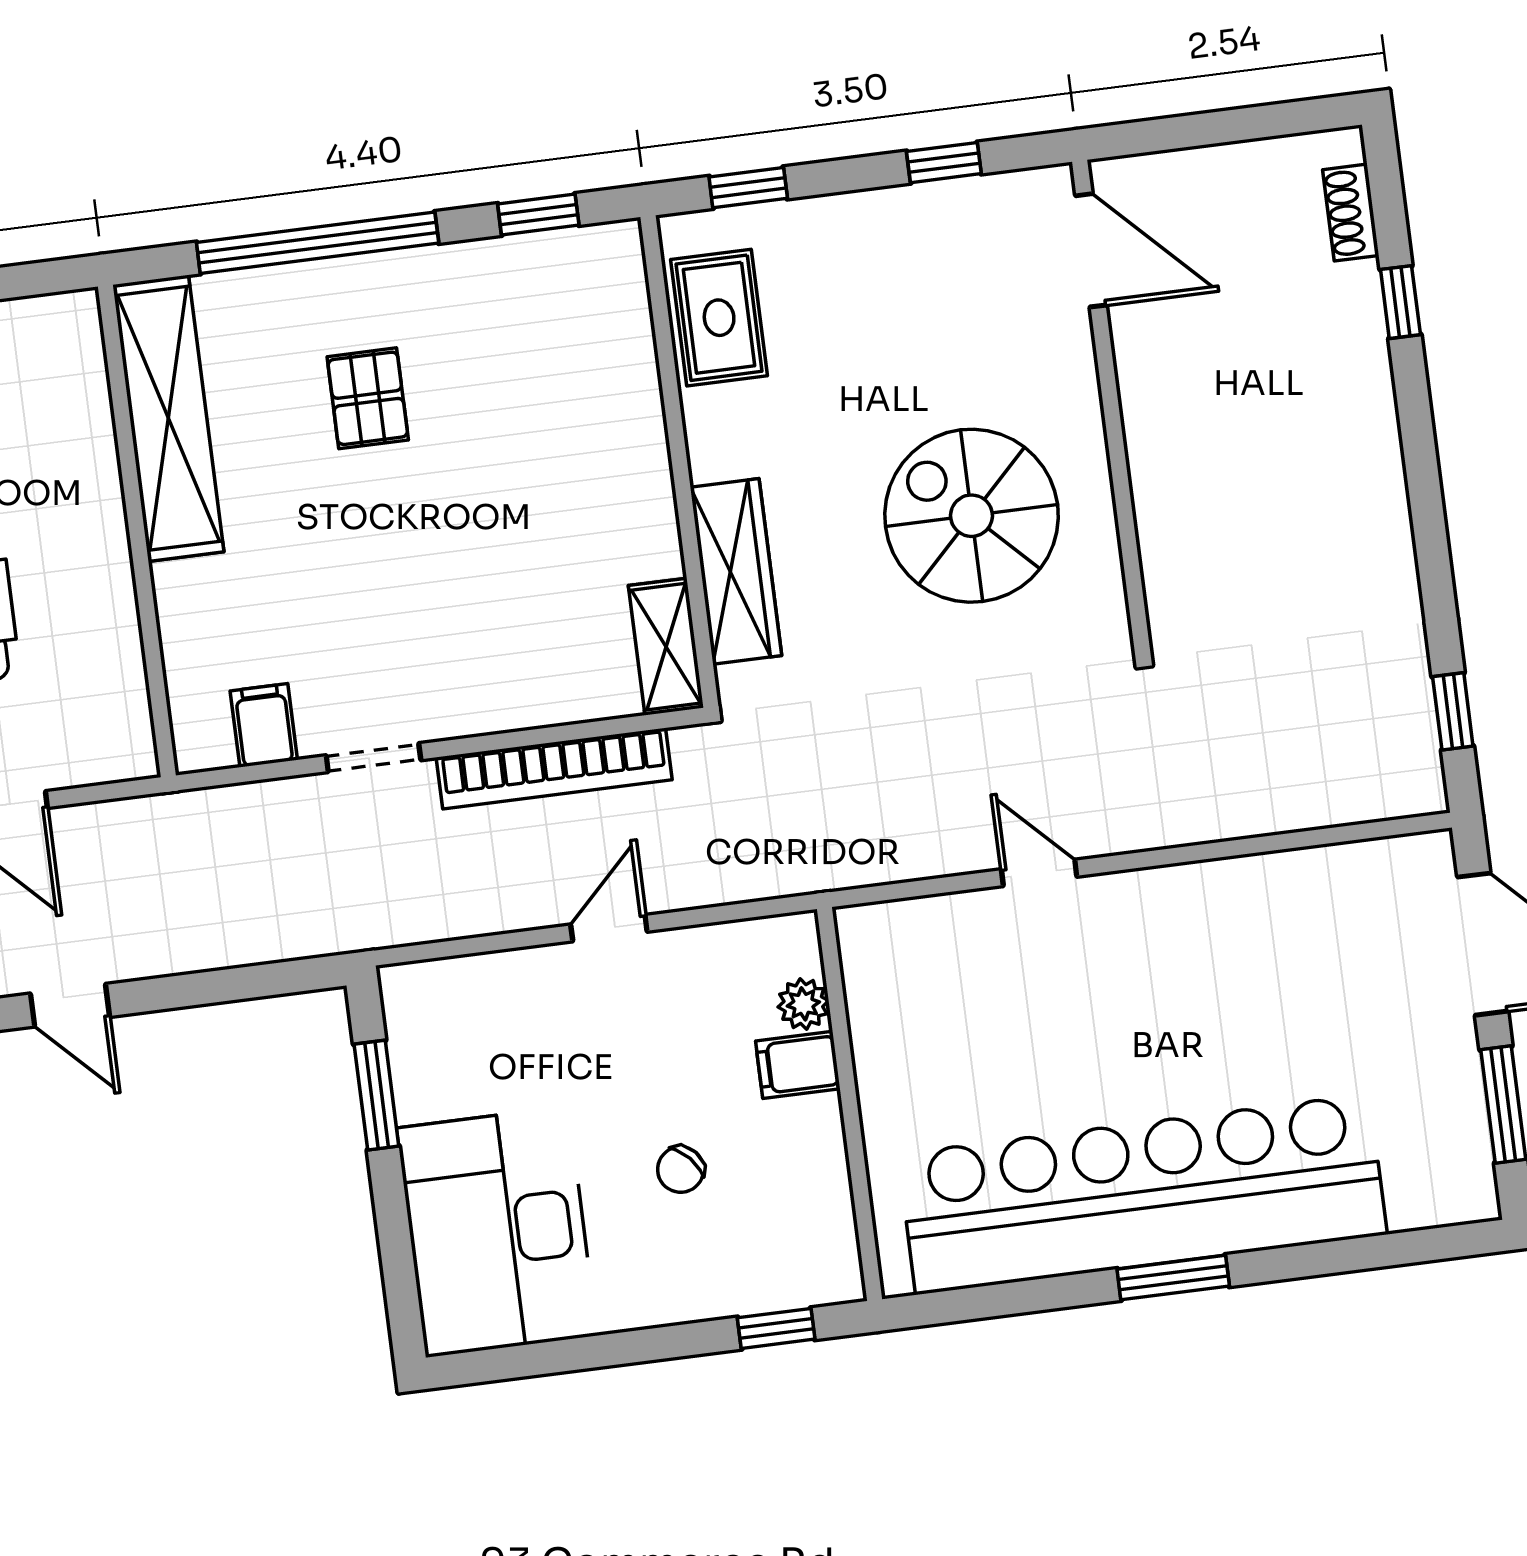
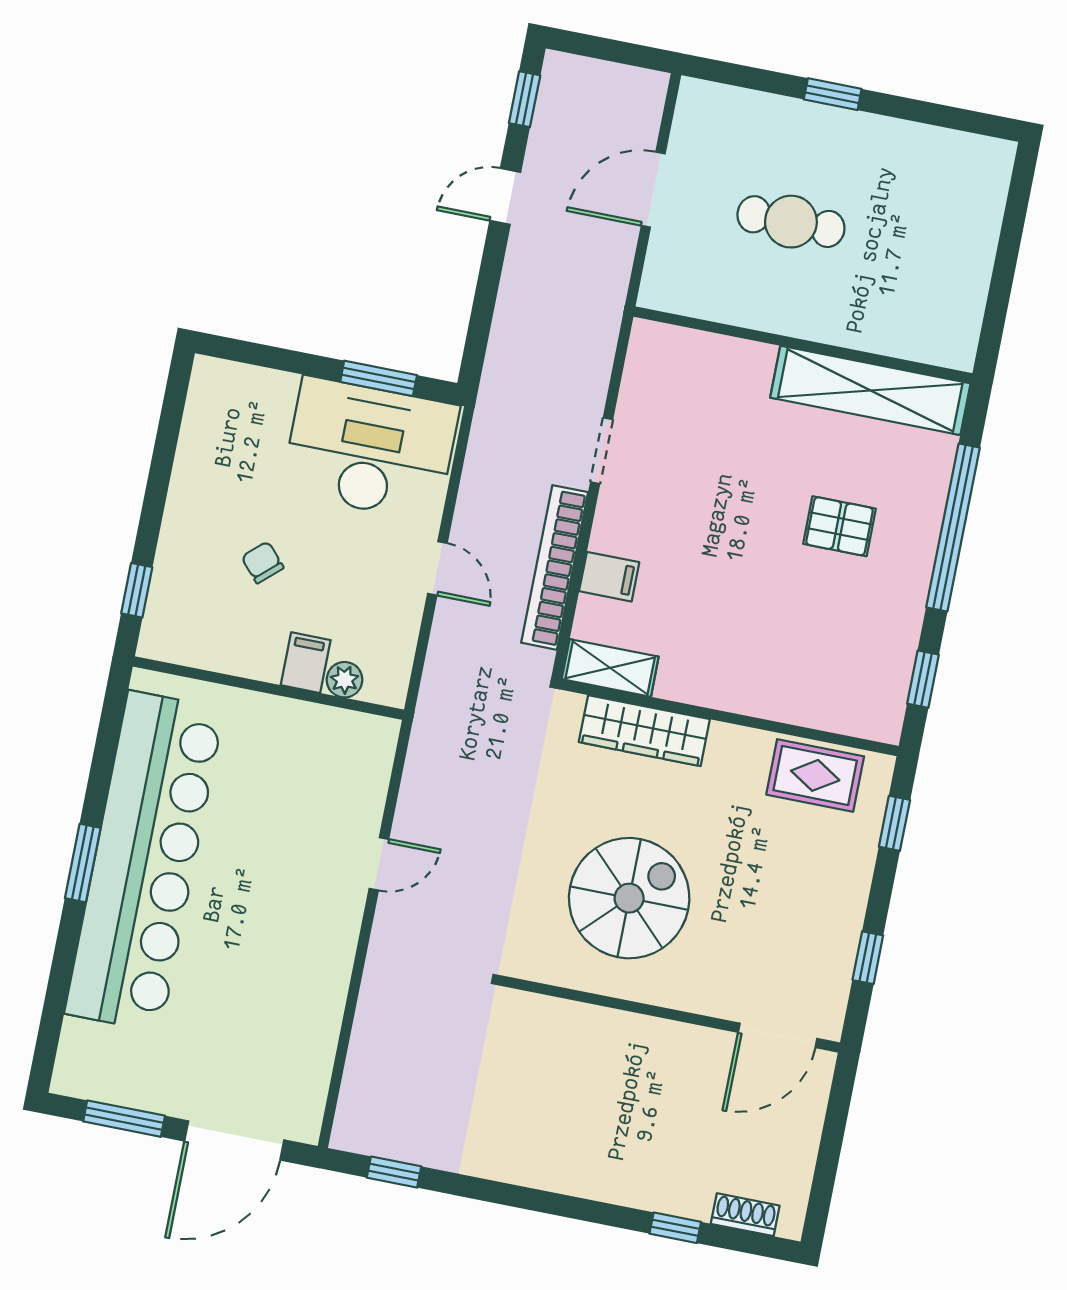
filing cabinet: (264, 725) -> (609, 577), moved
desk: (497, 1232) -> (370, 449), moved

